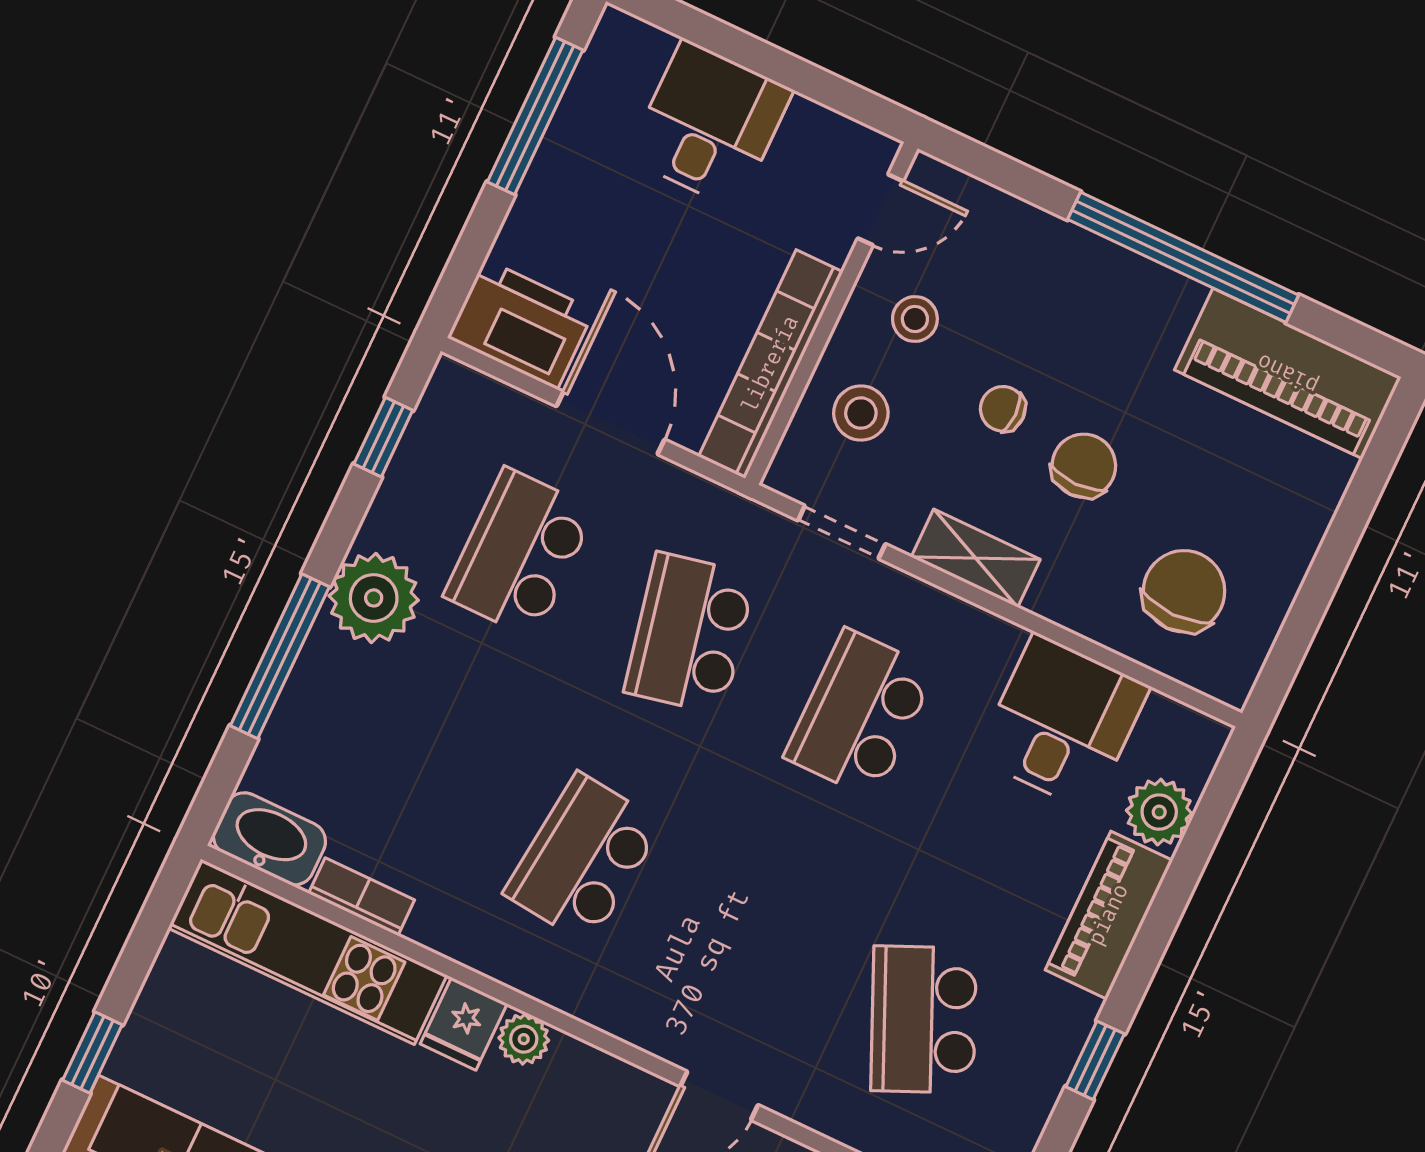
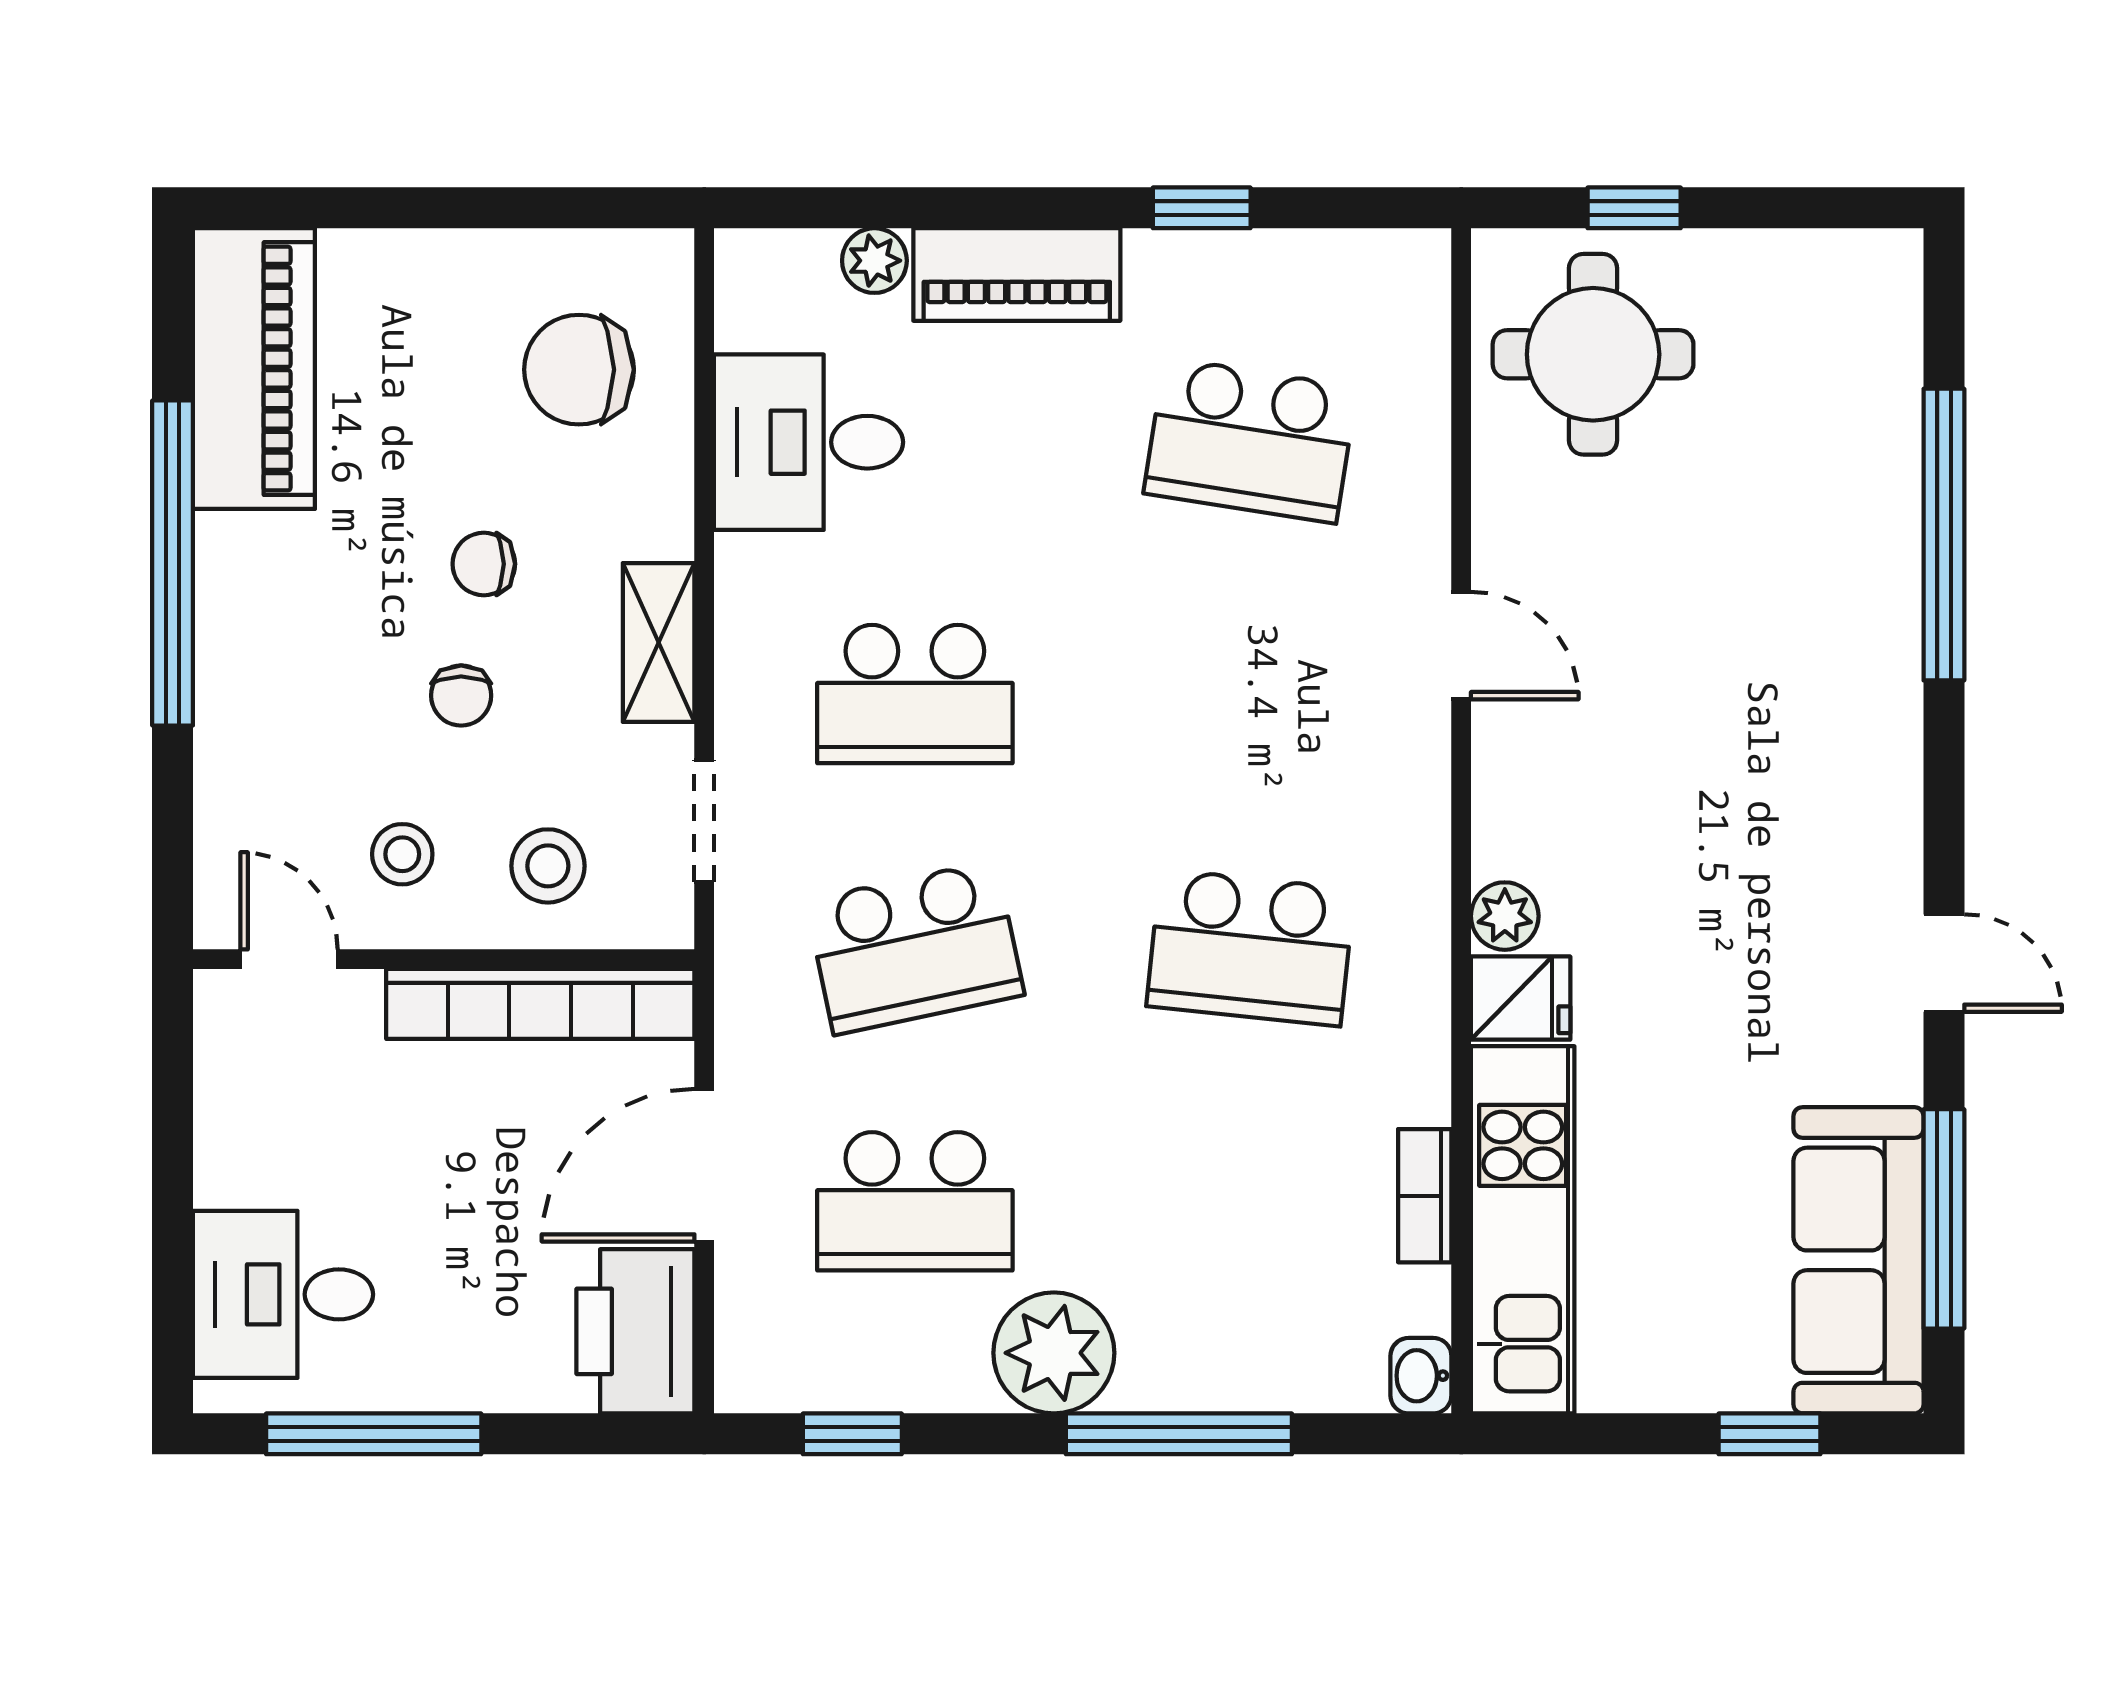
desk: (710, 124) -> (283, 1294), moved
chair: (1084, 466) -> (484, 564), width x0.73, depth x0.73
plant: (1159, 812) -> (874, 261), width x0.73, depth x0.73
washbasin: (269, 839) -> (1421, 1376), width x0.52, depth x0.69
school desk: (924, 1019) -> (1250, 440), turned 33

